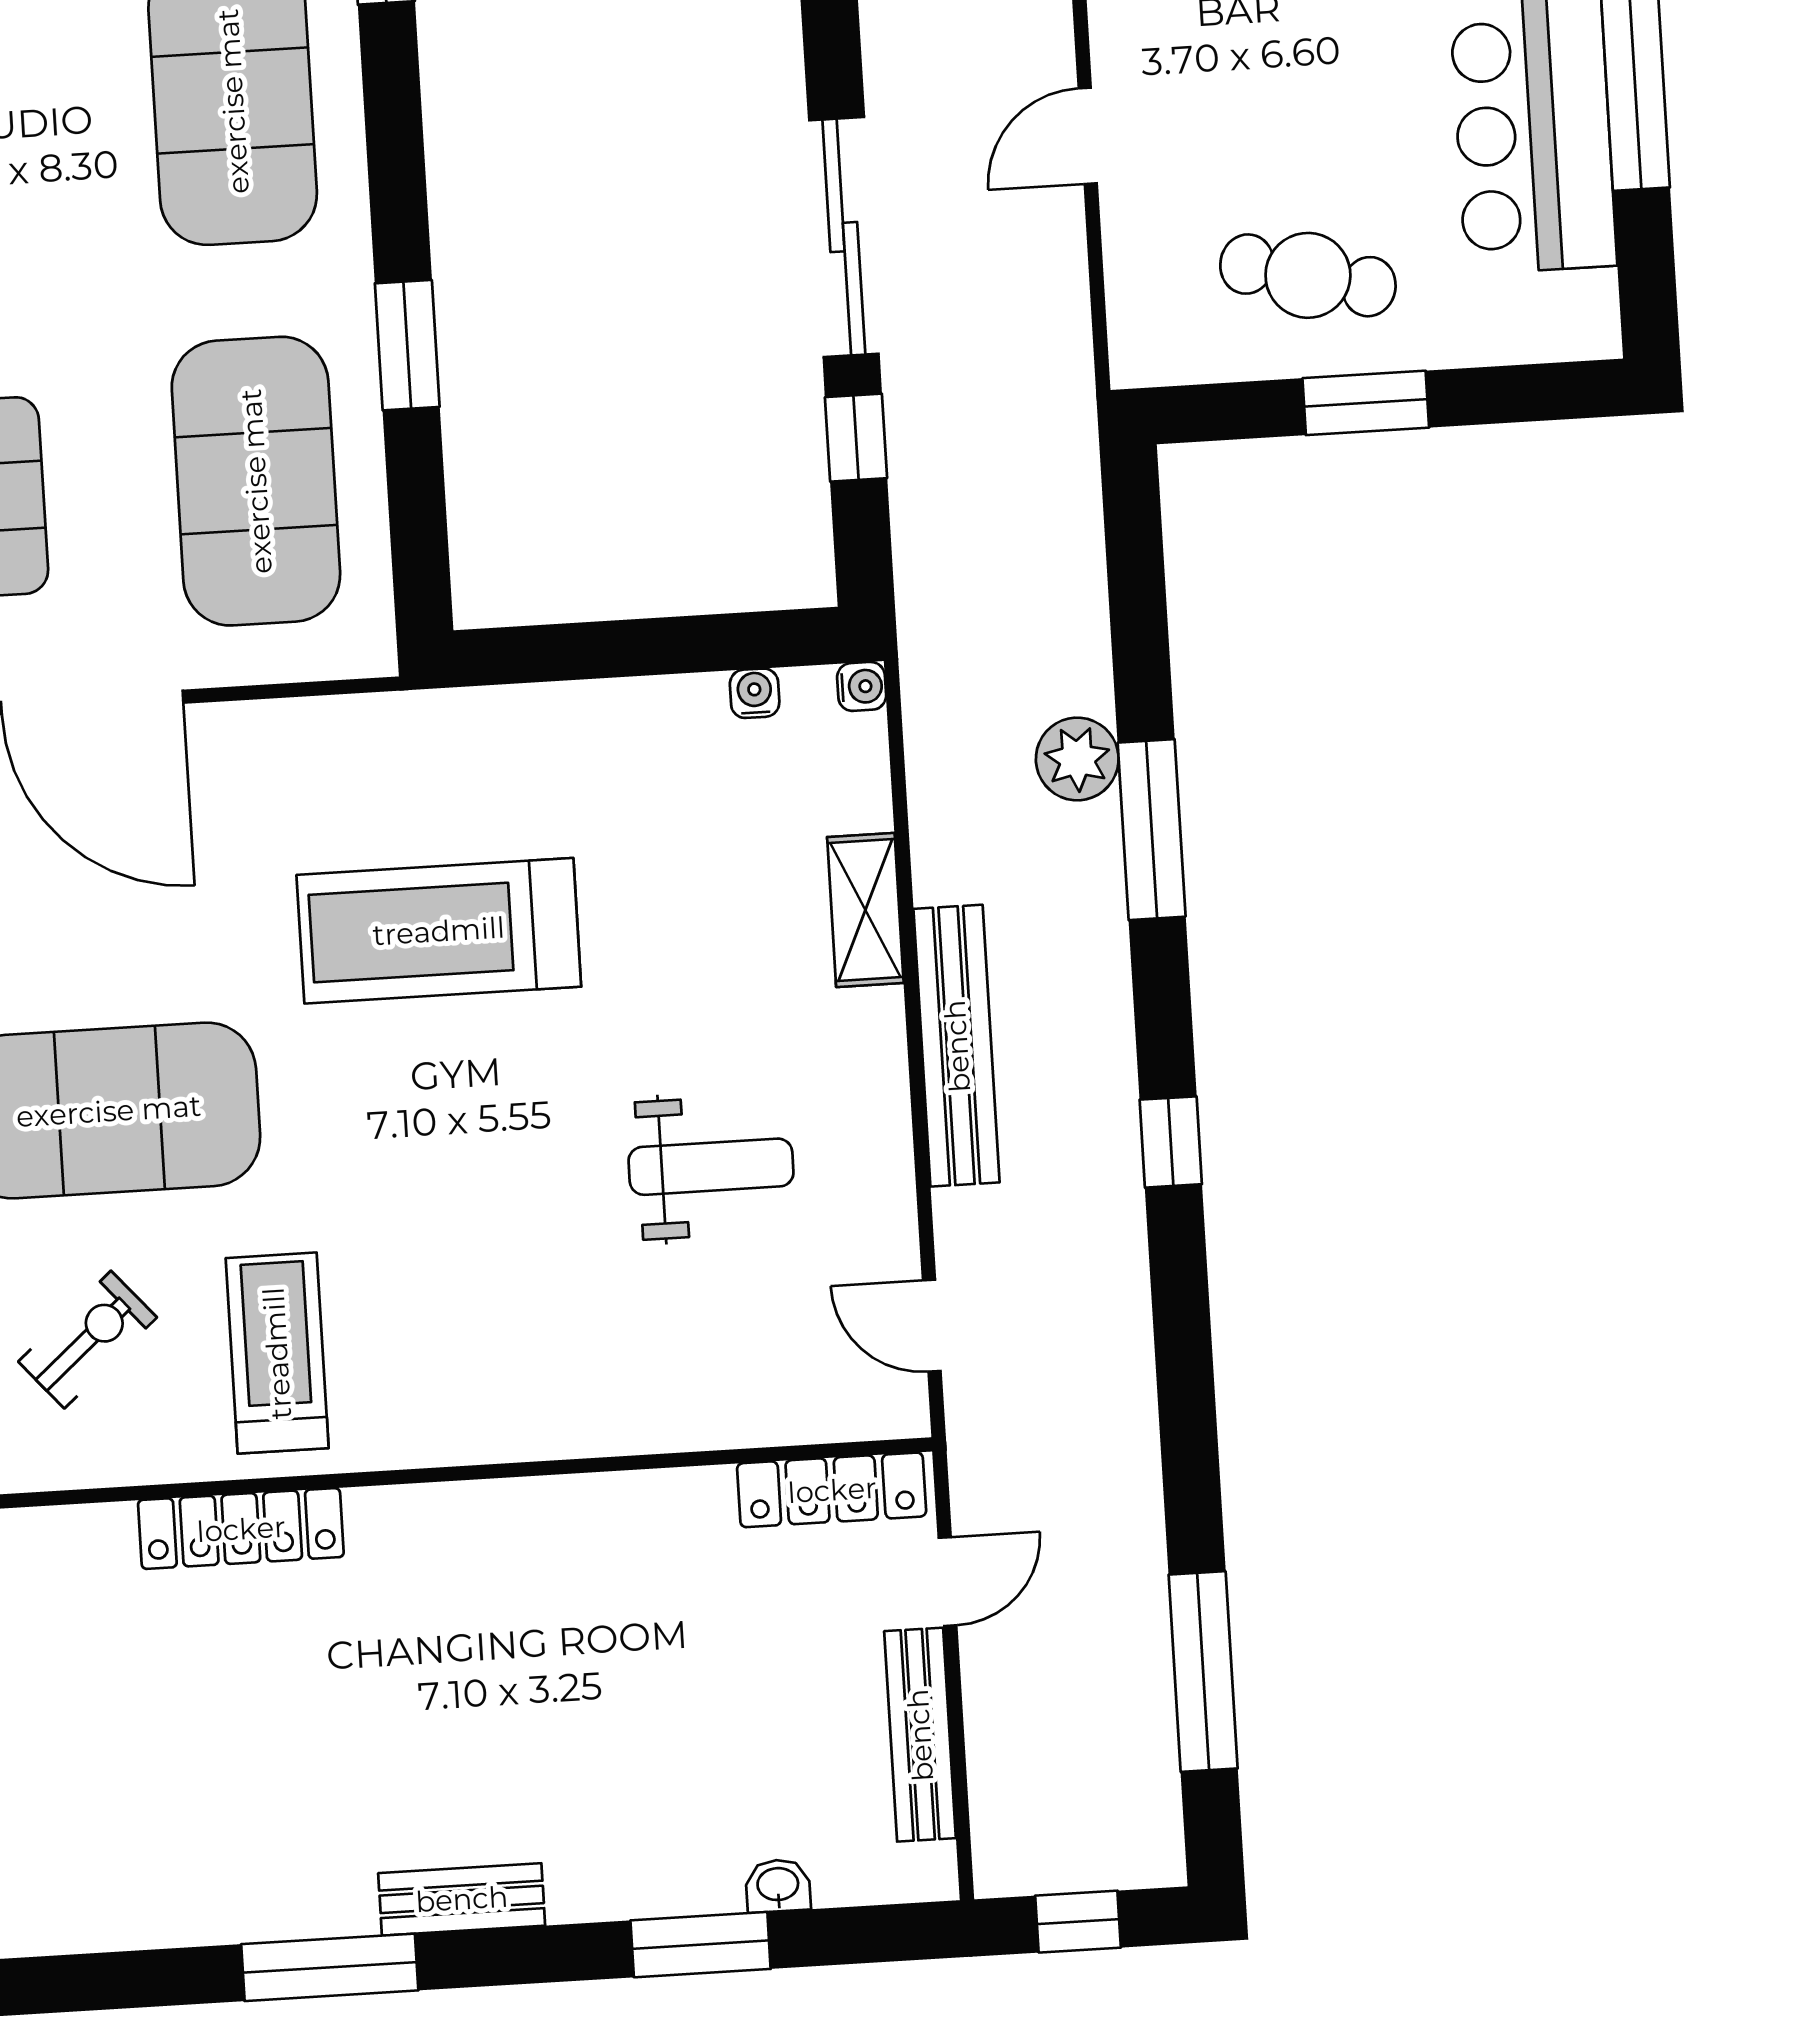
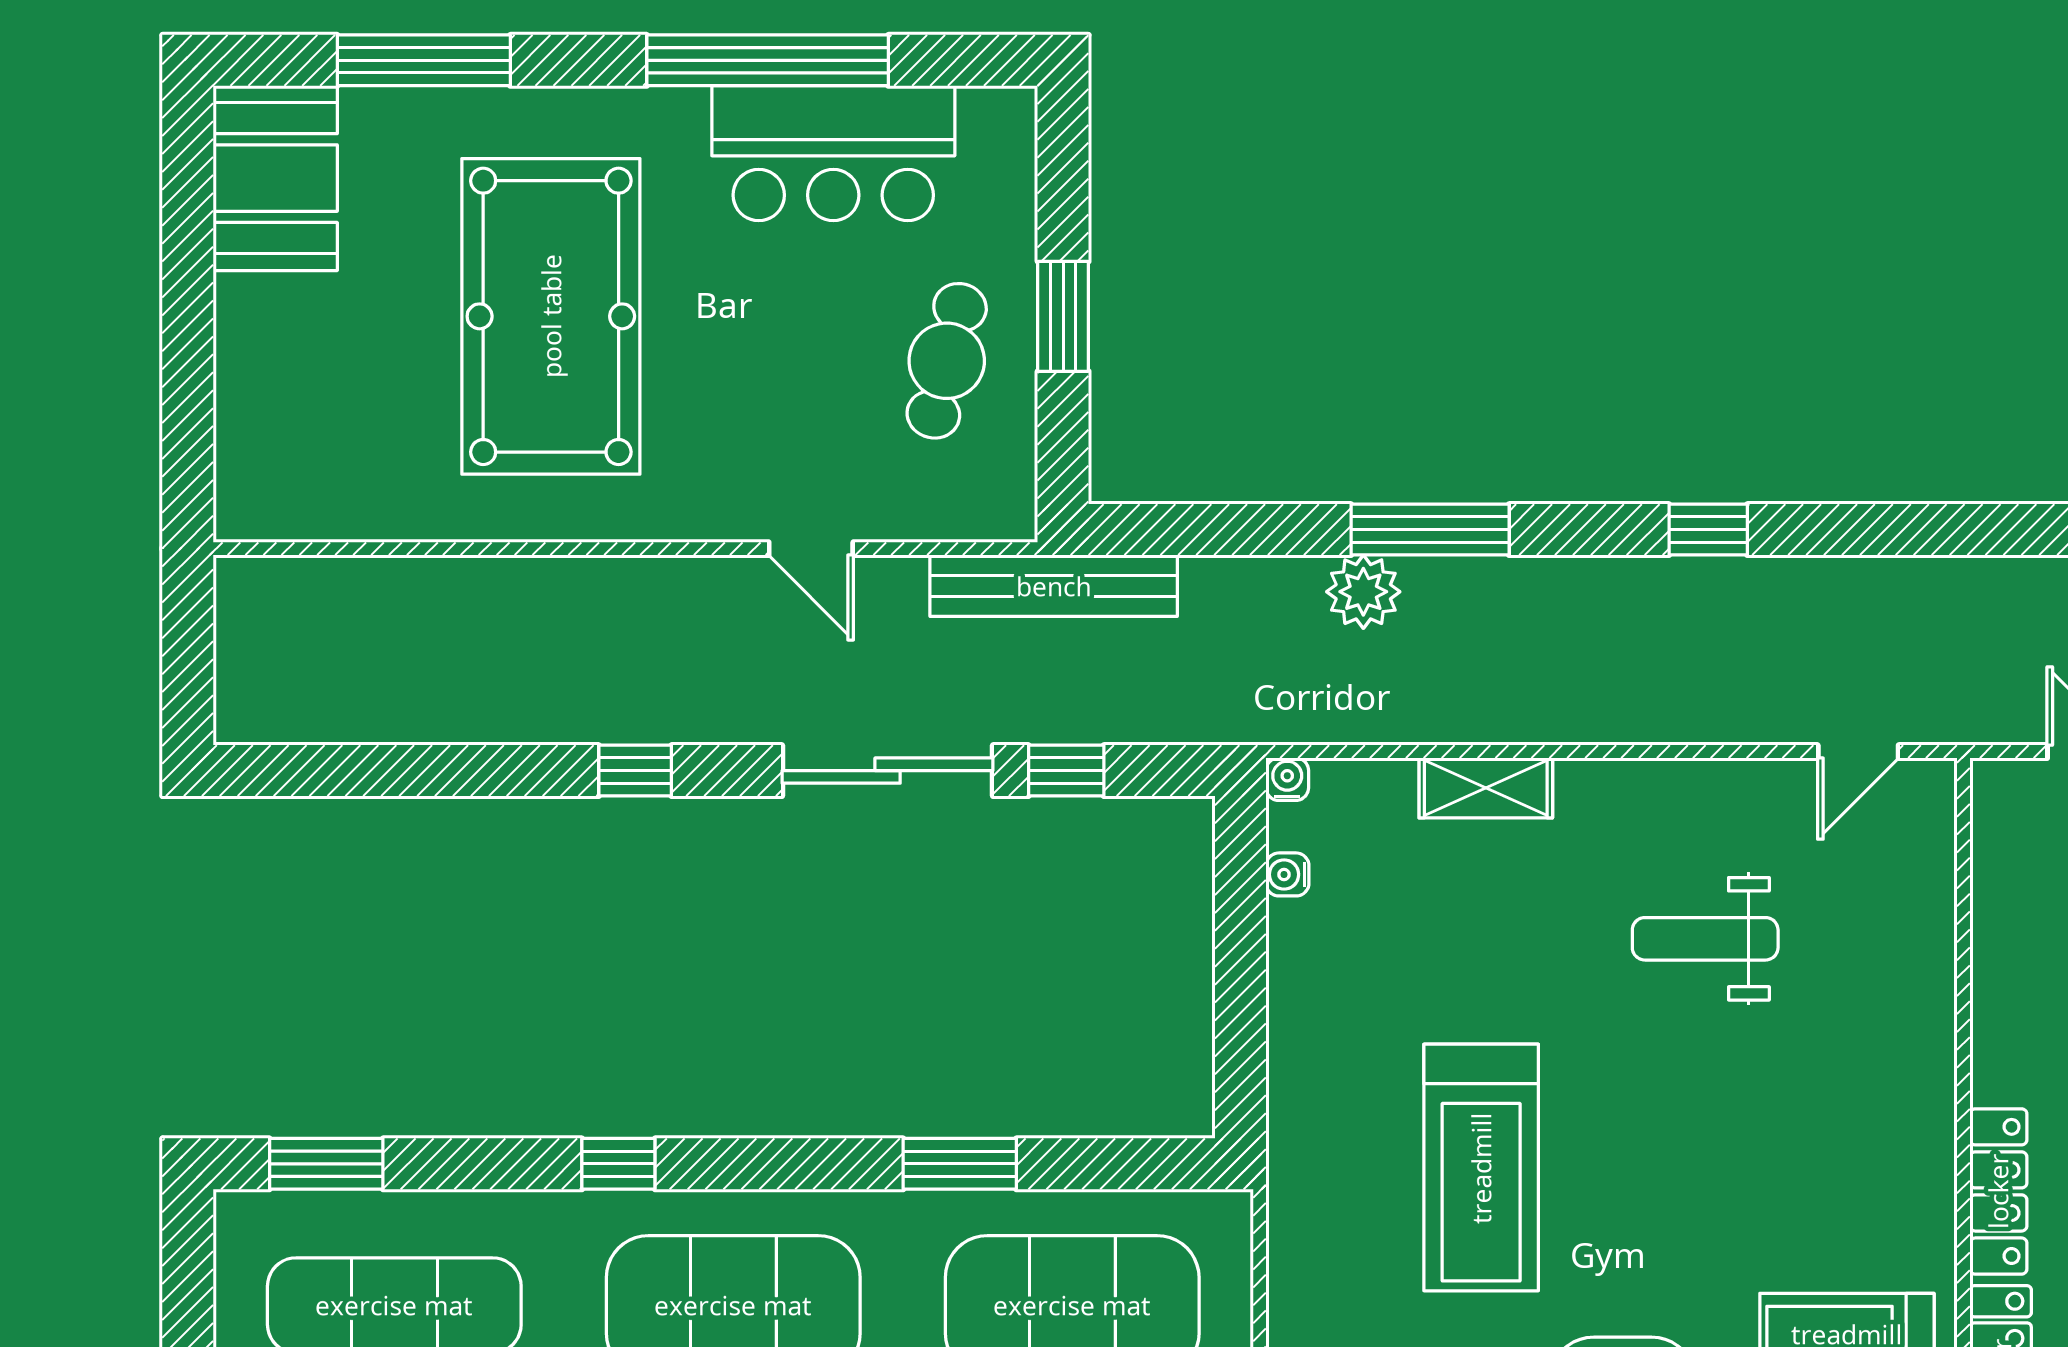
bench: (957, 1046) -> (1054, 586), moved
weight bench: (711, 1167) -> (1705, 939), turned -90
locker: (832, 1490) -> (1998, 1191), moved

